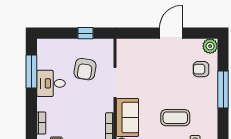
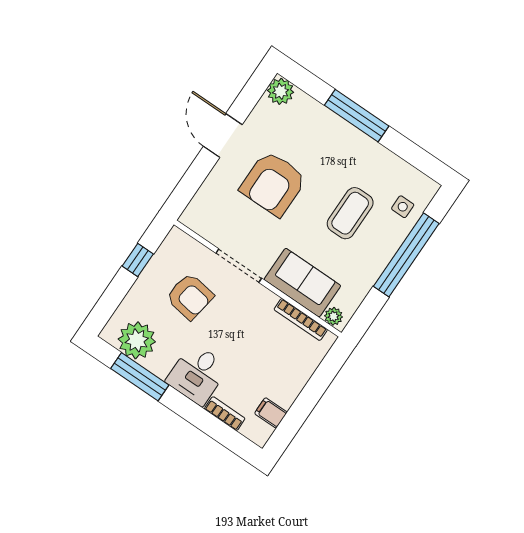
plant: (47, 58) -> (137, 340), added
armchair: (201, 69) -> (273, 184), moved, width x1.88, depth x1.88
desk: (51, 83) -> (197, 374), moved

